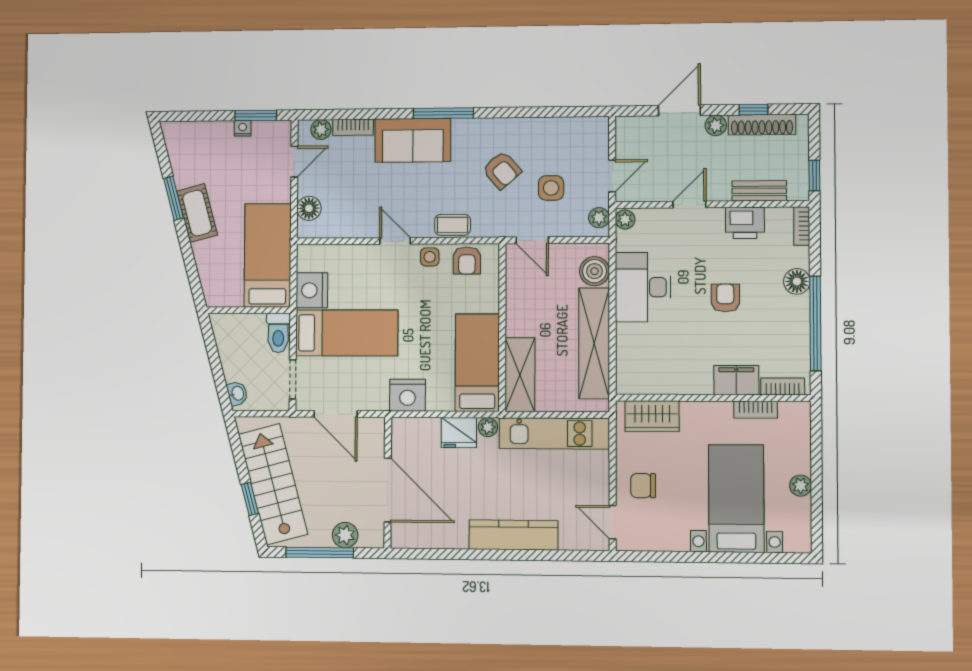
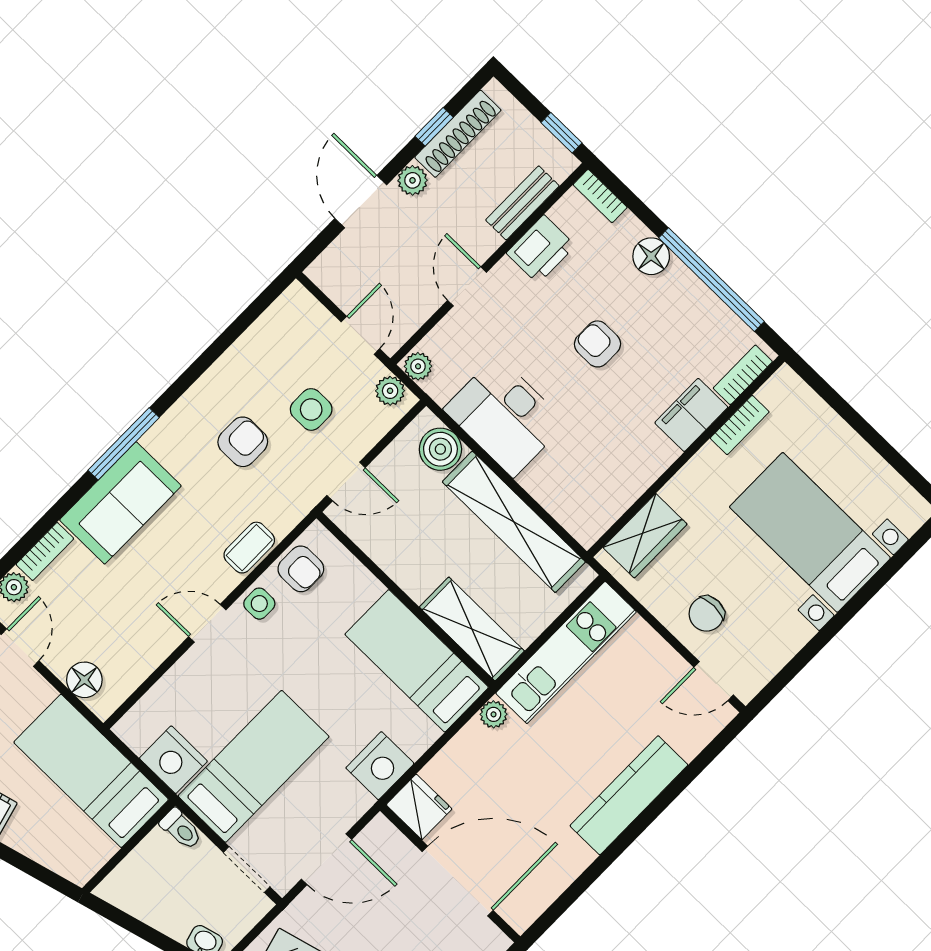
armchair: (502, 170) -> (243, 442), turned -49
toilet: (278, 333) -> (181, 829), width x0.73, depth x0.72
fridge: (459, 433) -> (419, 807), moved, turned -90
plant: (801, 486) -> (859, 455), removed

